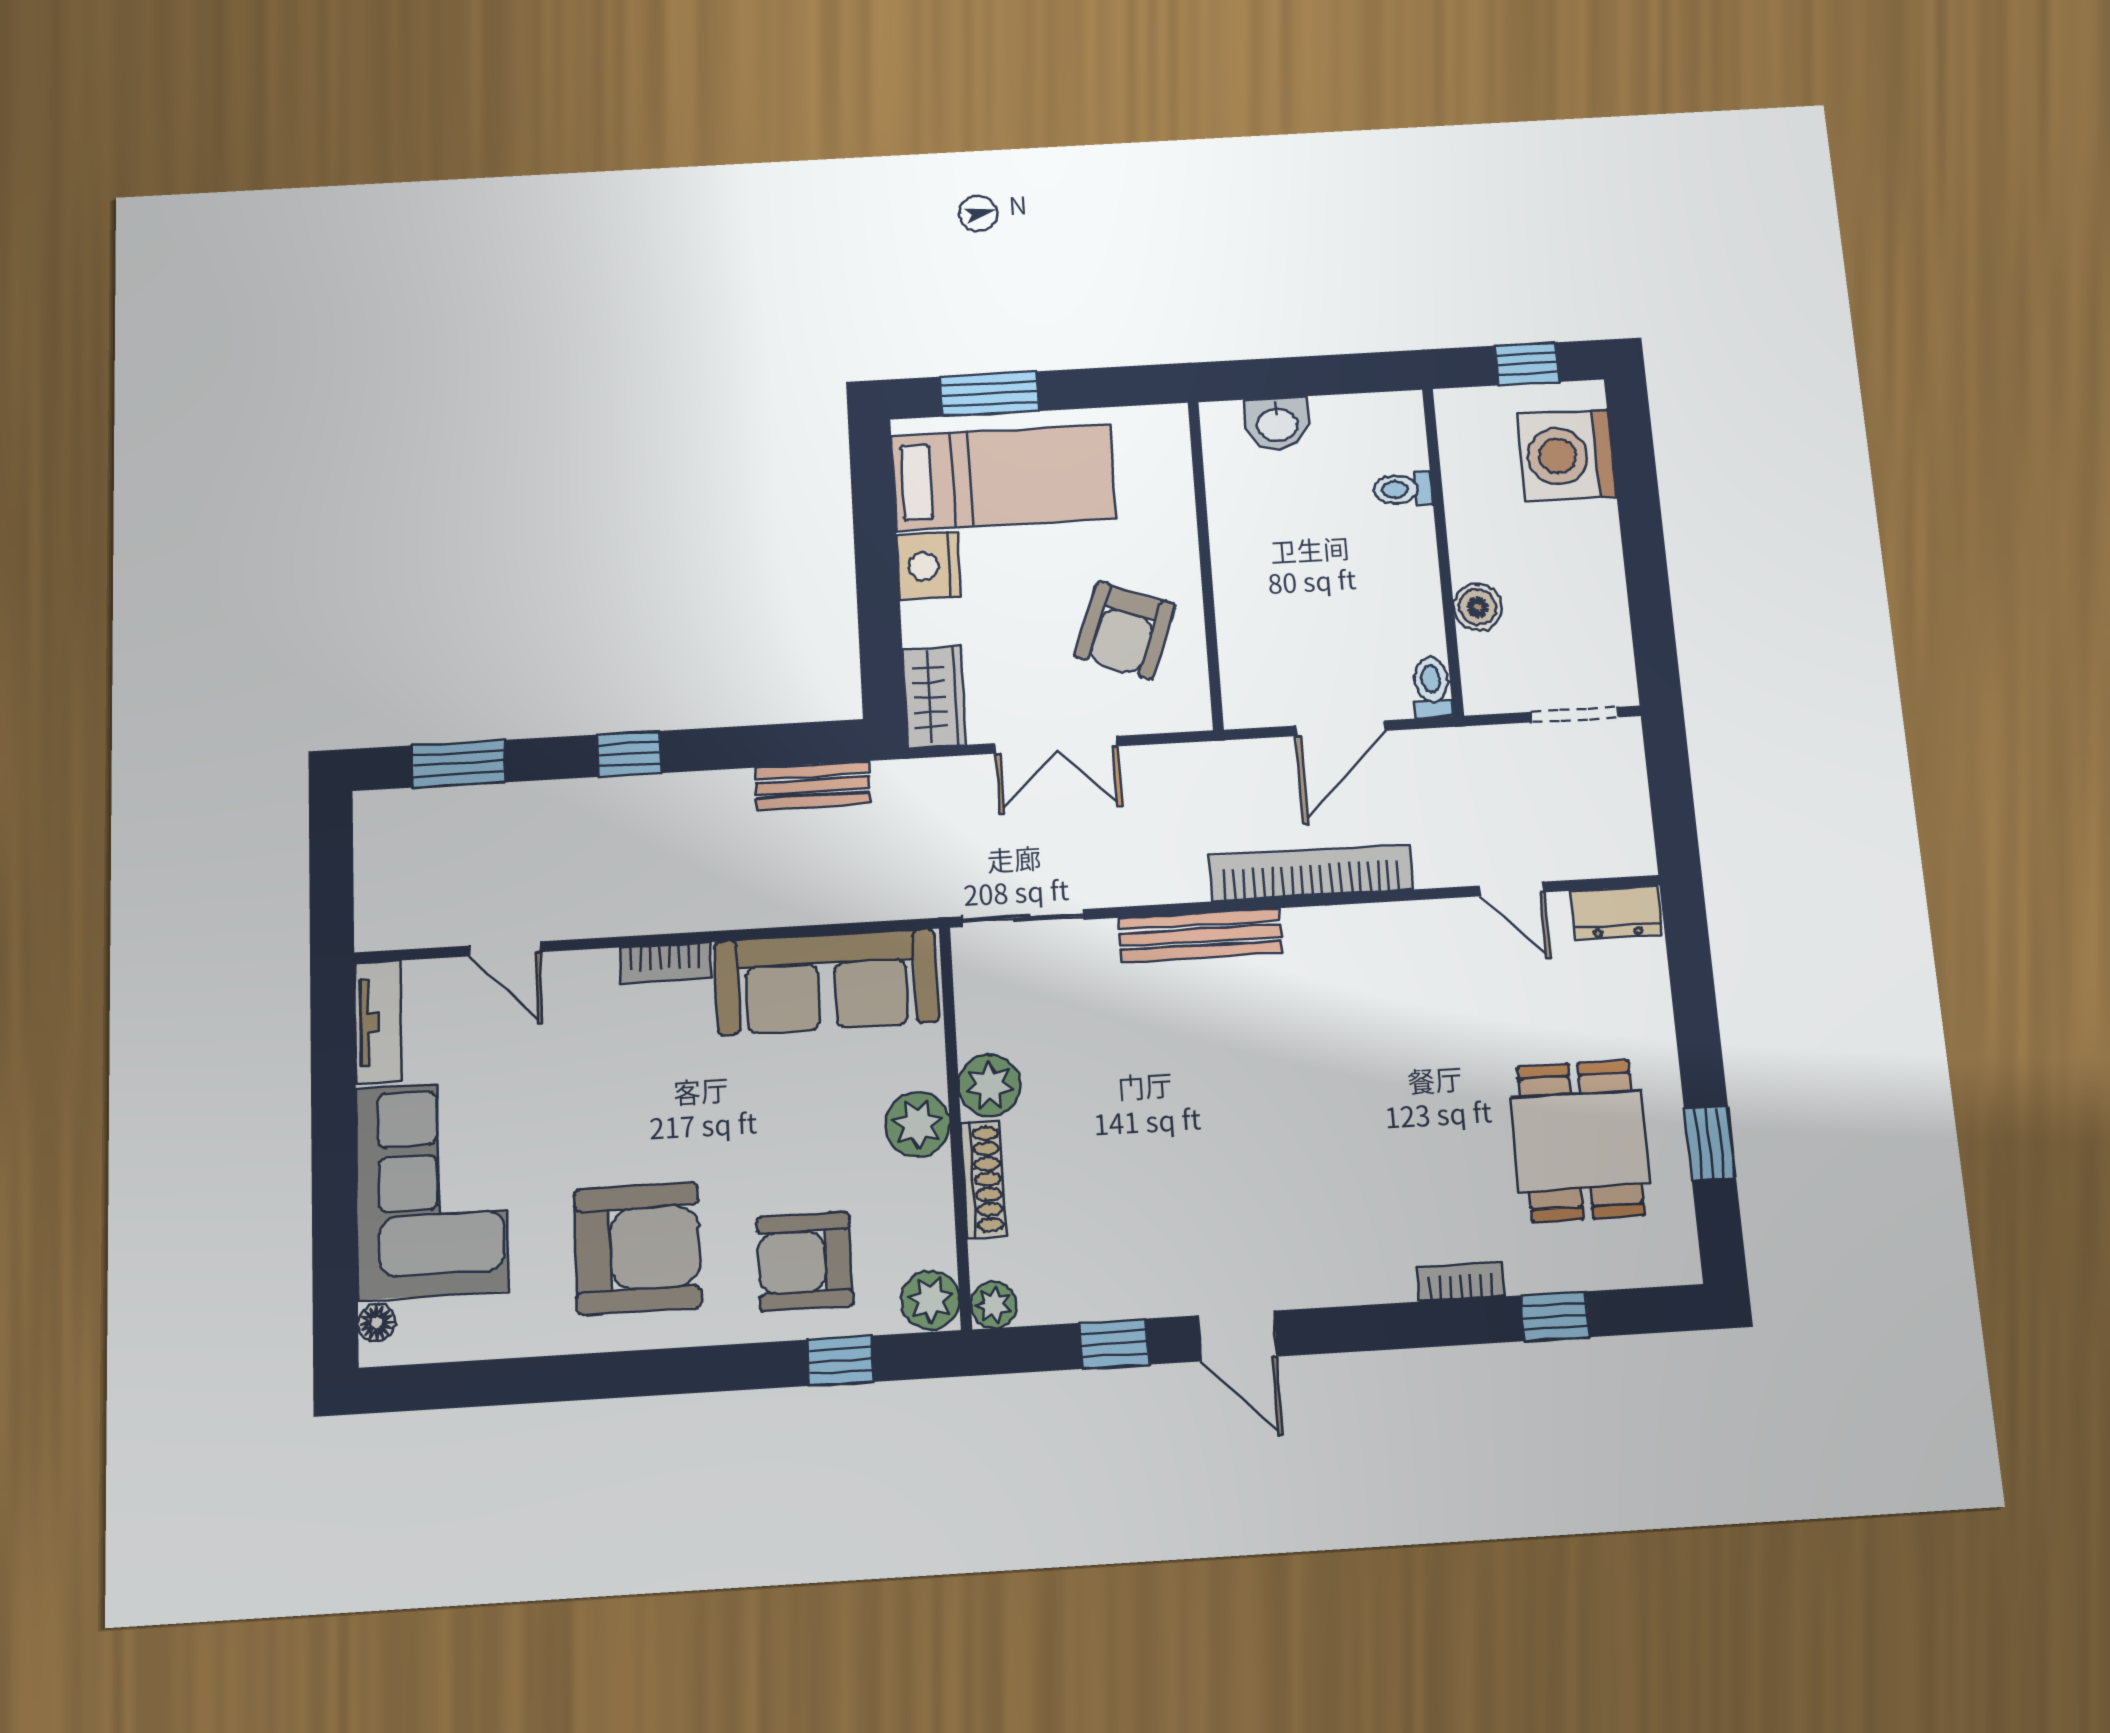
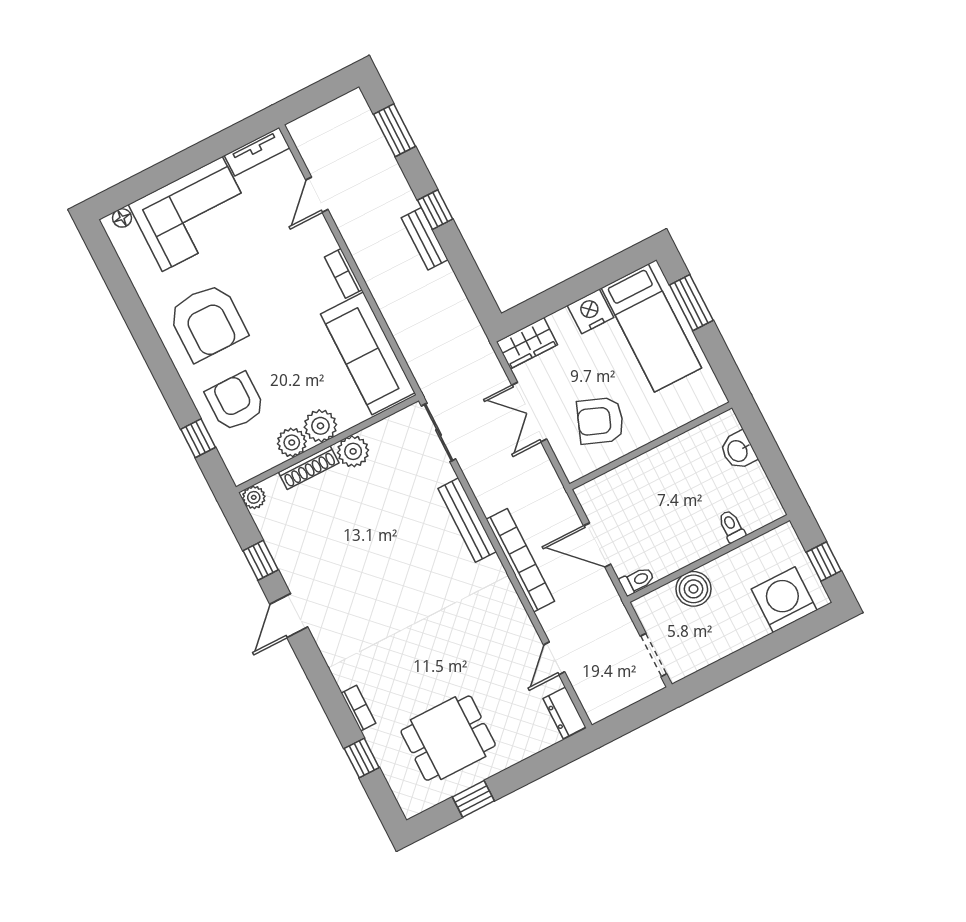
boiler: (1478, 607) -> (693, 589), width x1.36, depth x1.36
bench: (813, 786) -> (425, 239), moved
plant: (930, 1300) -> (292, 443), moved

